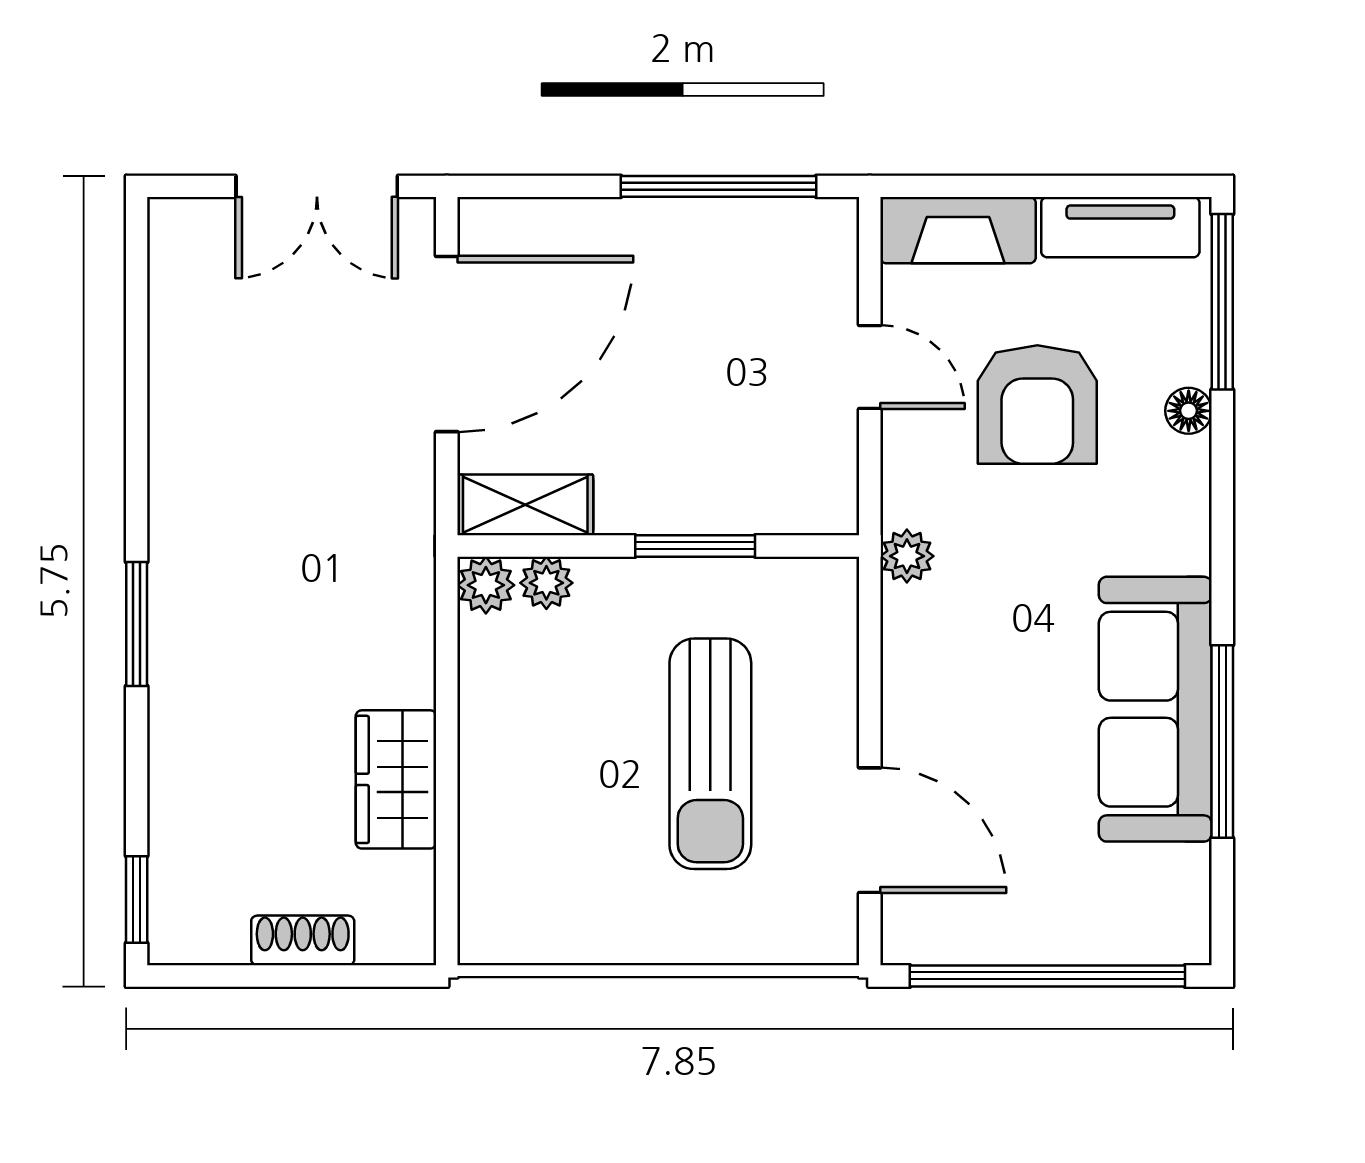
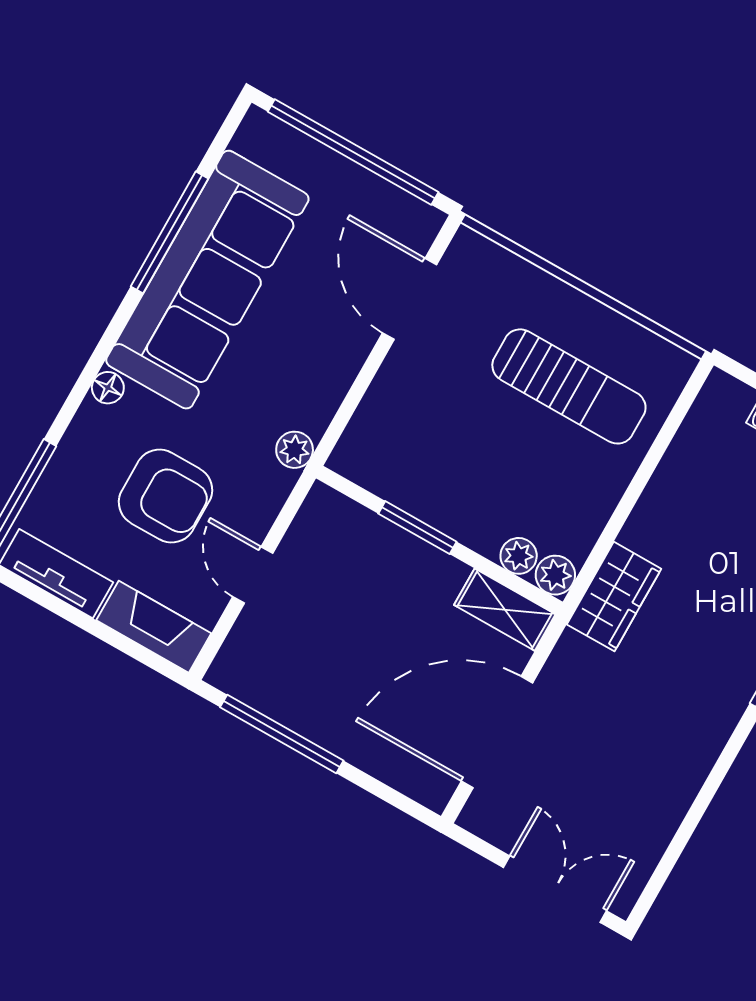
double door: (317, 186) -> (555, 889), moved
armchair: (1037, 404) -> (165, 496), turned 90
floor lamp: (1189, 411) -> (108, 388), moved
sofa: (1155, 709) -> (207, 280), width x1.36, depth x1.27
sun lounger: (710, 754) -> (569, 386), moved, turned 90
wardrobe: (396, 779) -> (614, 597), moved

